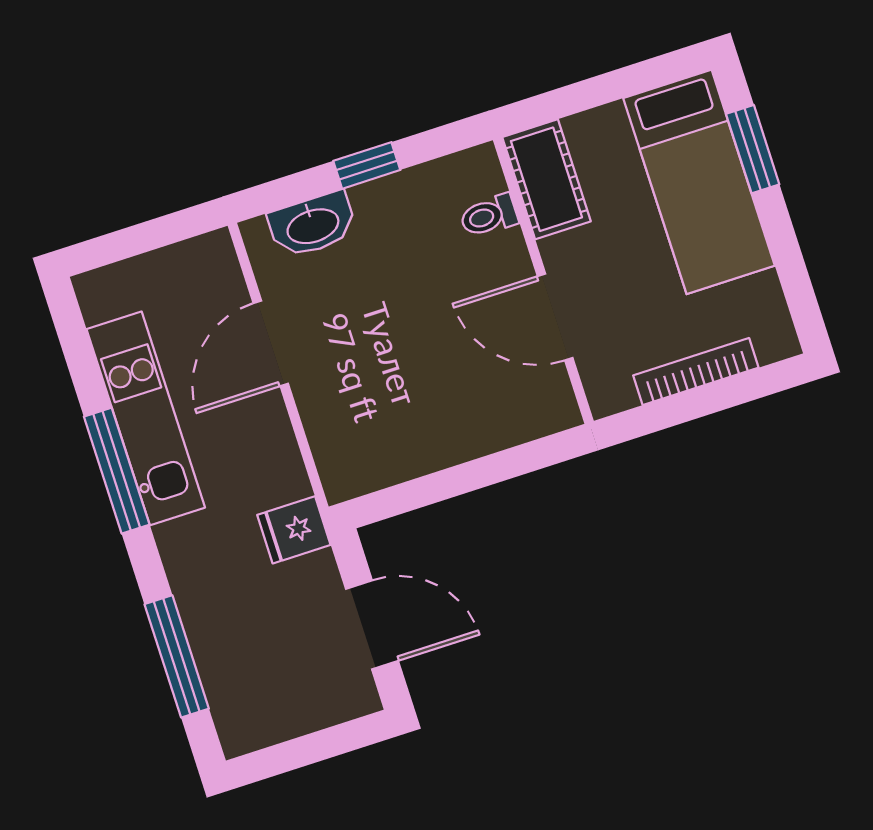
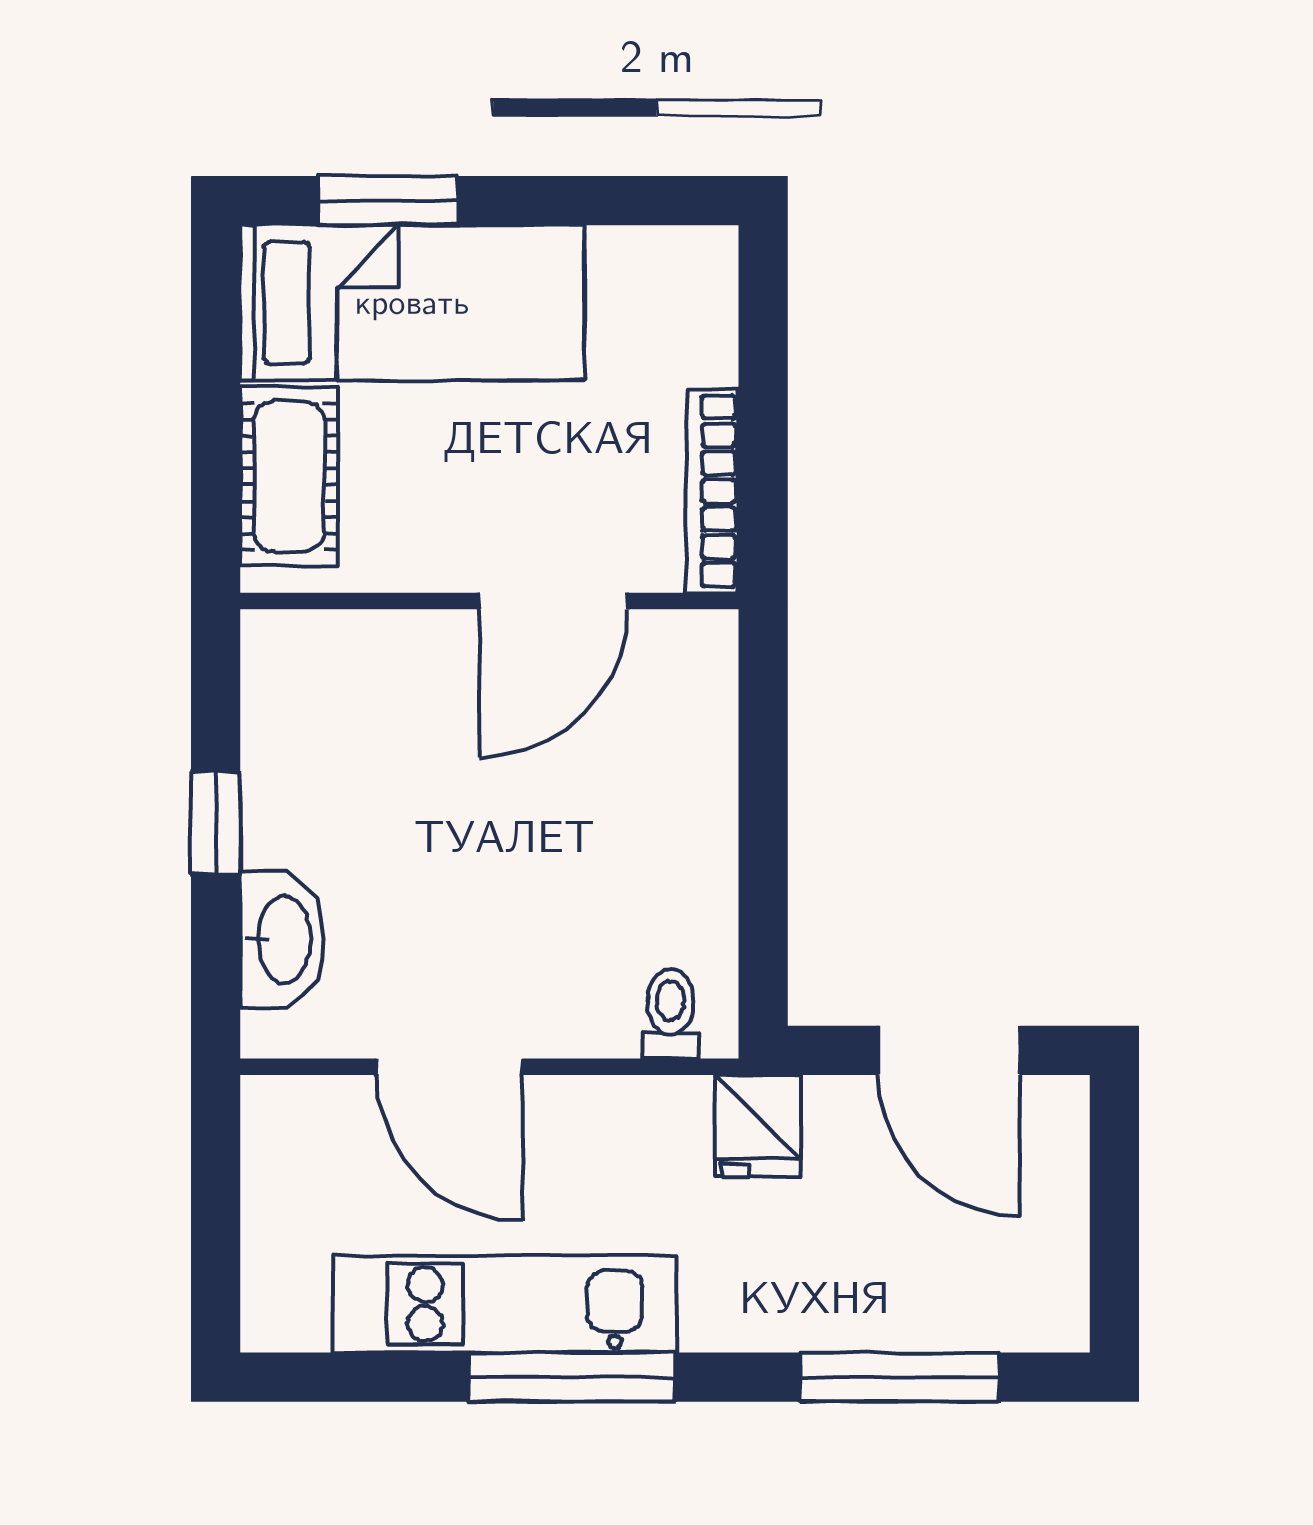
cot: (546, 179) -> (289, 477), moved, turned 90
toilet: (489, 216) -> (670, 1013), moved, turned 180
bookcase: (696, 372) -> (713, 491), moved
door: (372, 625) -> (949, 1050), swing flipped

